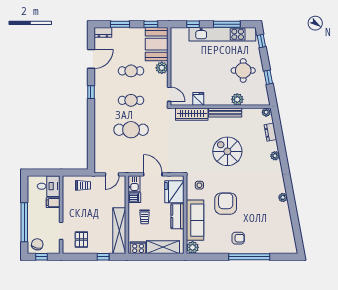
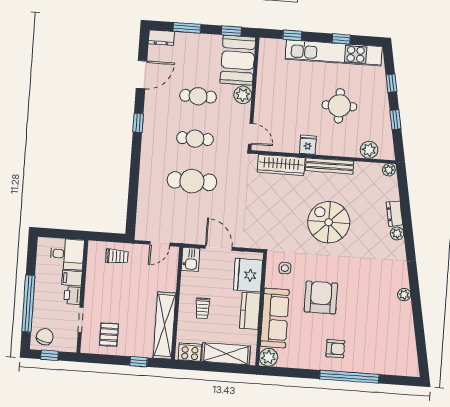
window: (227, 24) -> (341, 39), width x0.46
window: (261, 41) -> (391, 83), moved
round table: (243, 70) -> (339, 106), moved
fridge: (198, 99) -> (308, 145), moved
plant: (237, 99) -> (369, 150), moved
dresser: (270, 132) -> (394, 214), moved
dishwasher: (134, 198) -> (190, 279), removed
printer: (54, 215) -> (73, 296), added

